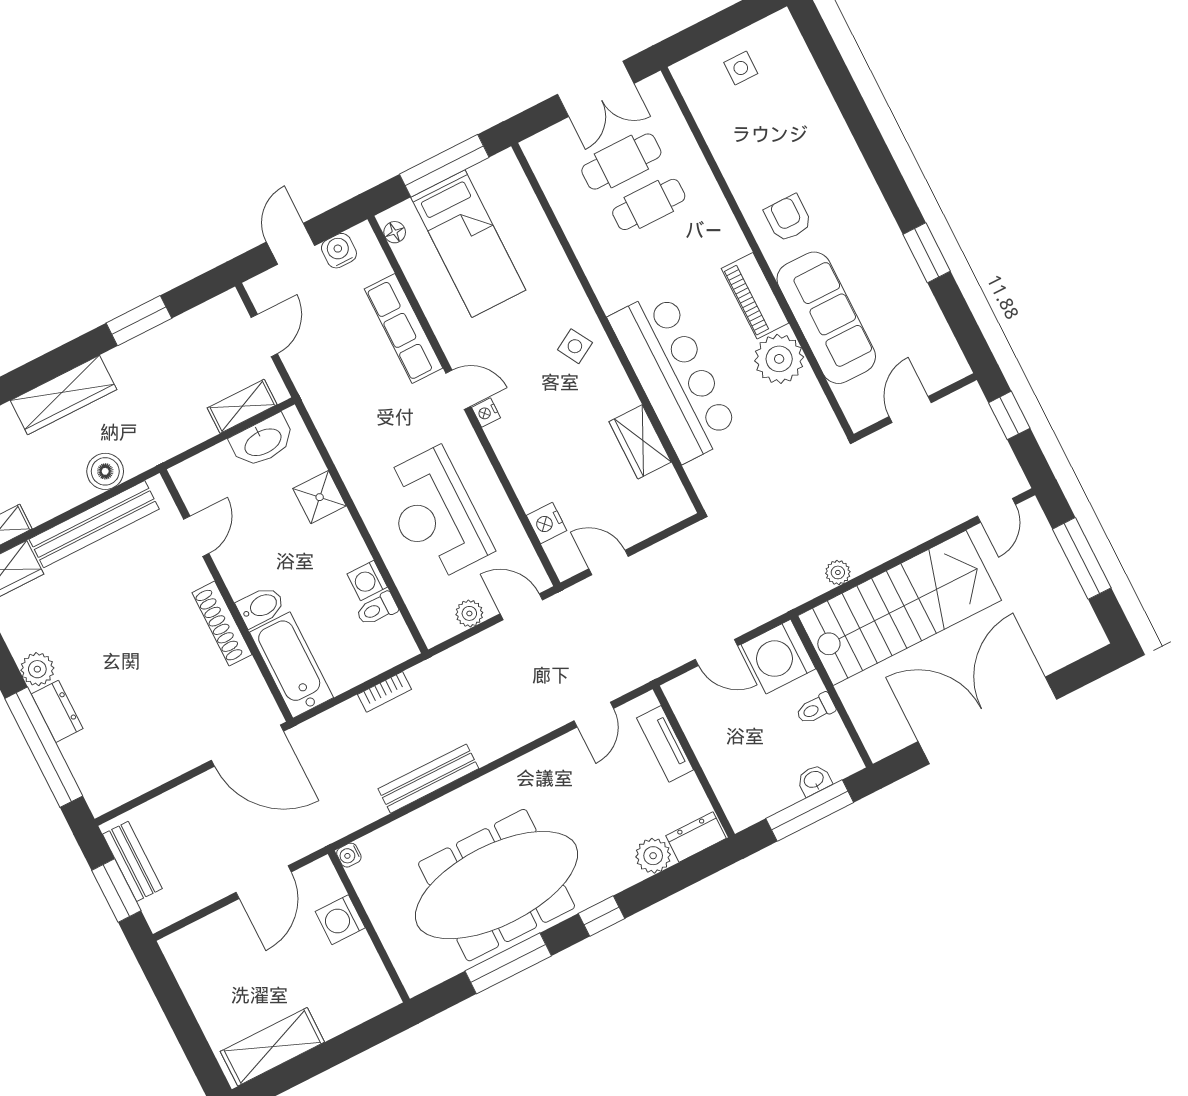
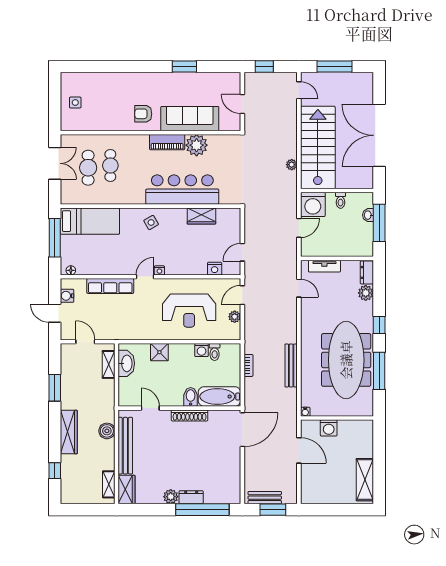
bed: (468, 244) -> (90, 221), moved

